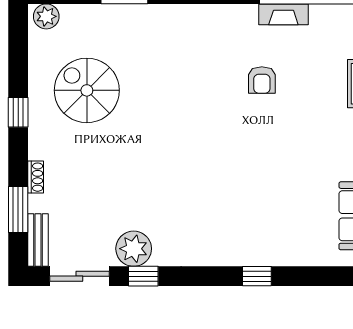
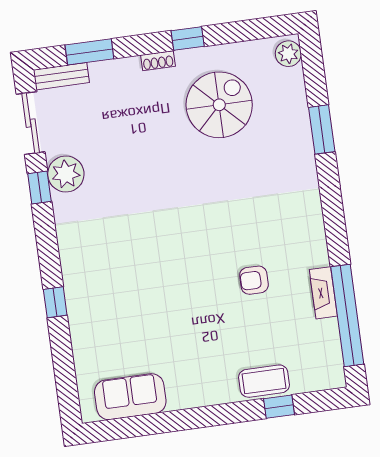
shoe rack: (36, 177) -> (158, 61), moved

